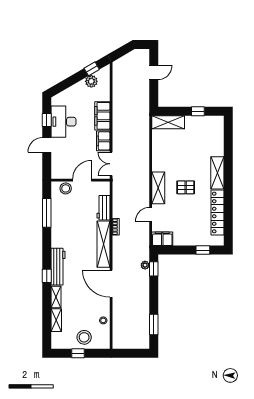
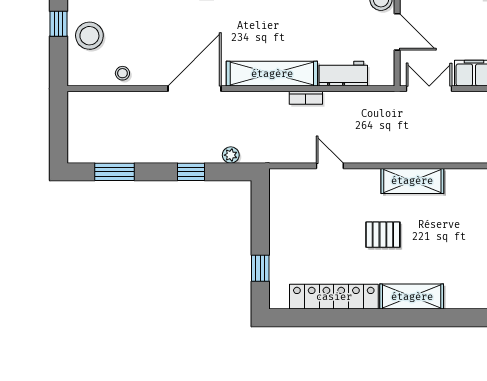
pallet: (186, 187) -> (383, 235), turned 90
shelving: (158, 188) -> (412, 181), moved
filing cabinet: (162, 239) -> (282, 189), removed
window: (154, 269) -> (191, 172), moved

